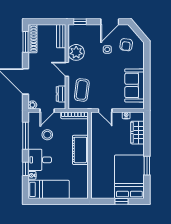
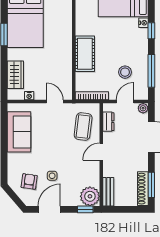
plant: (76, 52) -> (90, 196), moved
door: (67, 69) -> (101, 152), swing flipped
desk: (40, 160) -> (134, 42), removed

